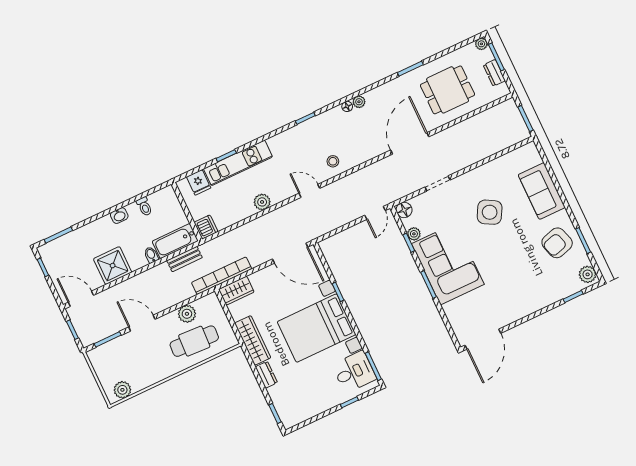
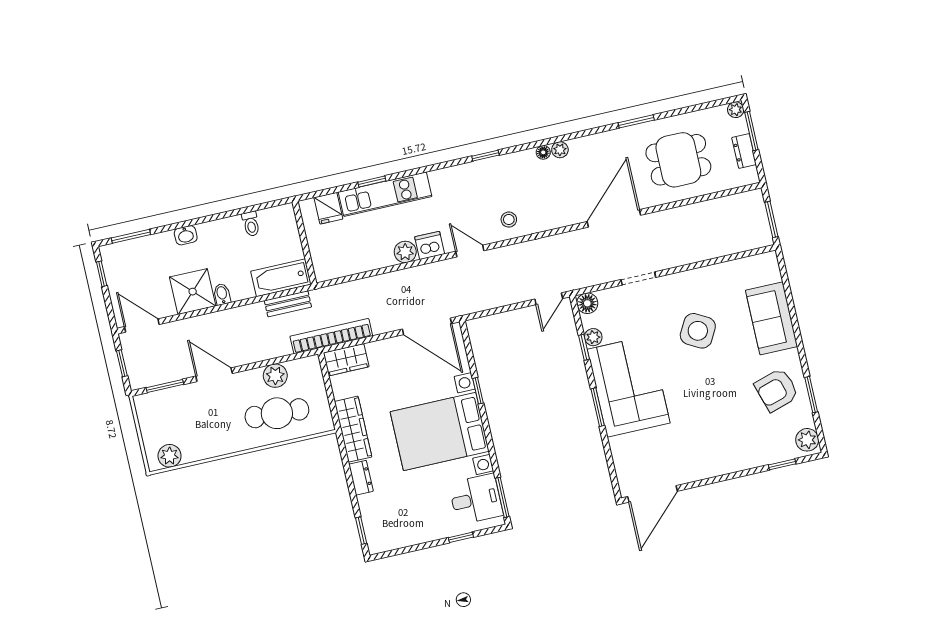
washbasin: (119, 216) -> (186, 235), moved
dishwasher: (206, 227) -> (430, 245), moved, turned -90
bidet: (151, 255) -> (222, 294), moved

